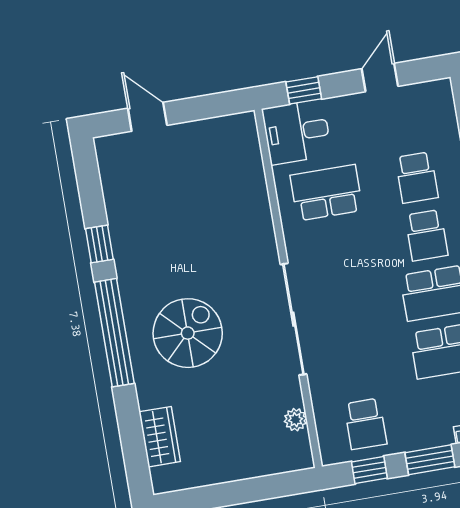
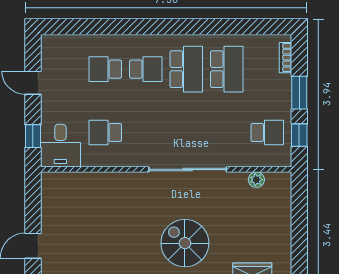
school desk: (417, 177) -> (105, 69), turned 180
school desk: (326, 193) -> (105, 132), width x0.54

